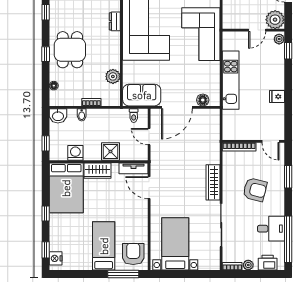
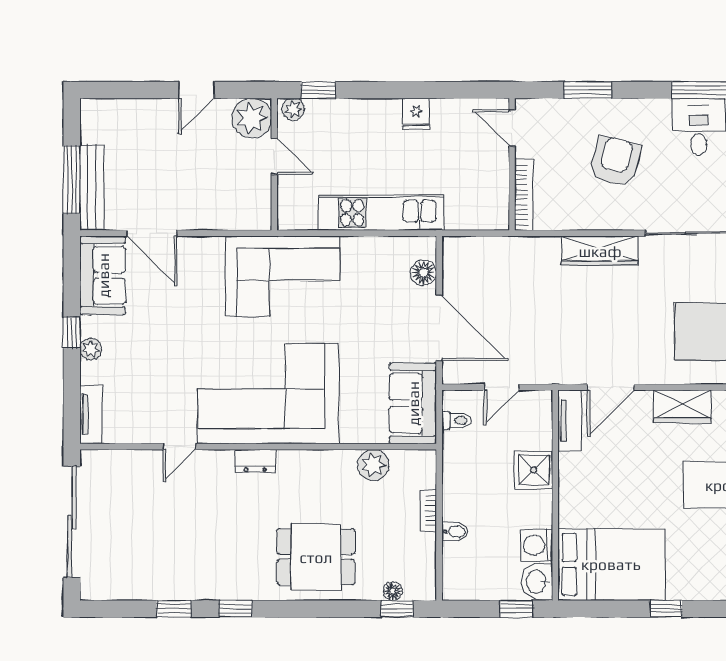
window: (46, 54) -> (397, 609), moved
washbasin: (58, 116) -> (537, 582), moved, turned 180
door: (270, 141) -> (512, 128), swing flipped
wardrobe: (98, 171) -> (682, 406), moved, turned 90

